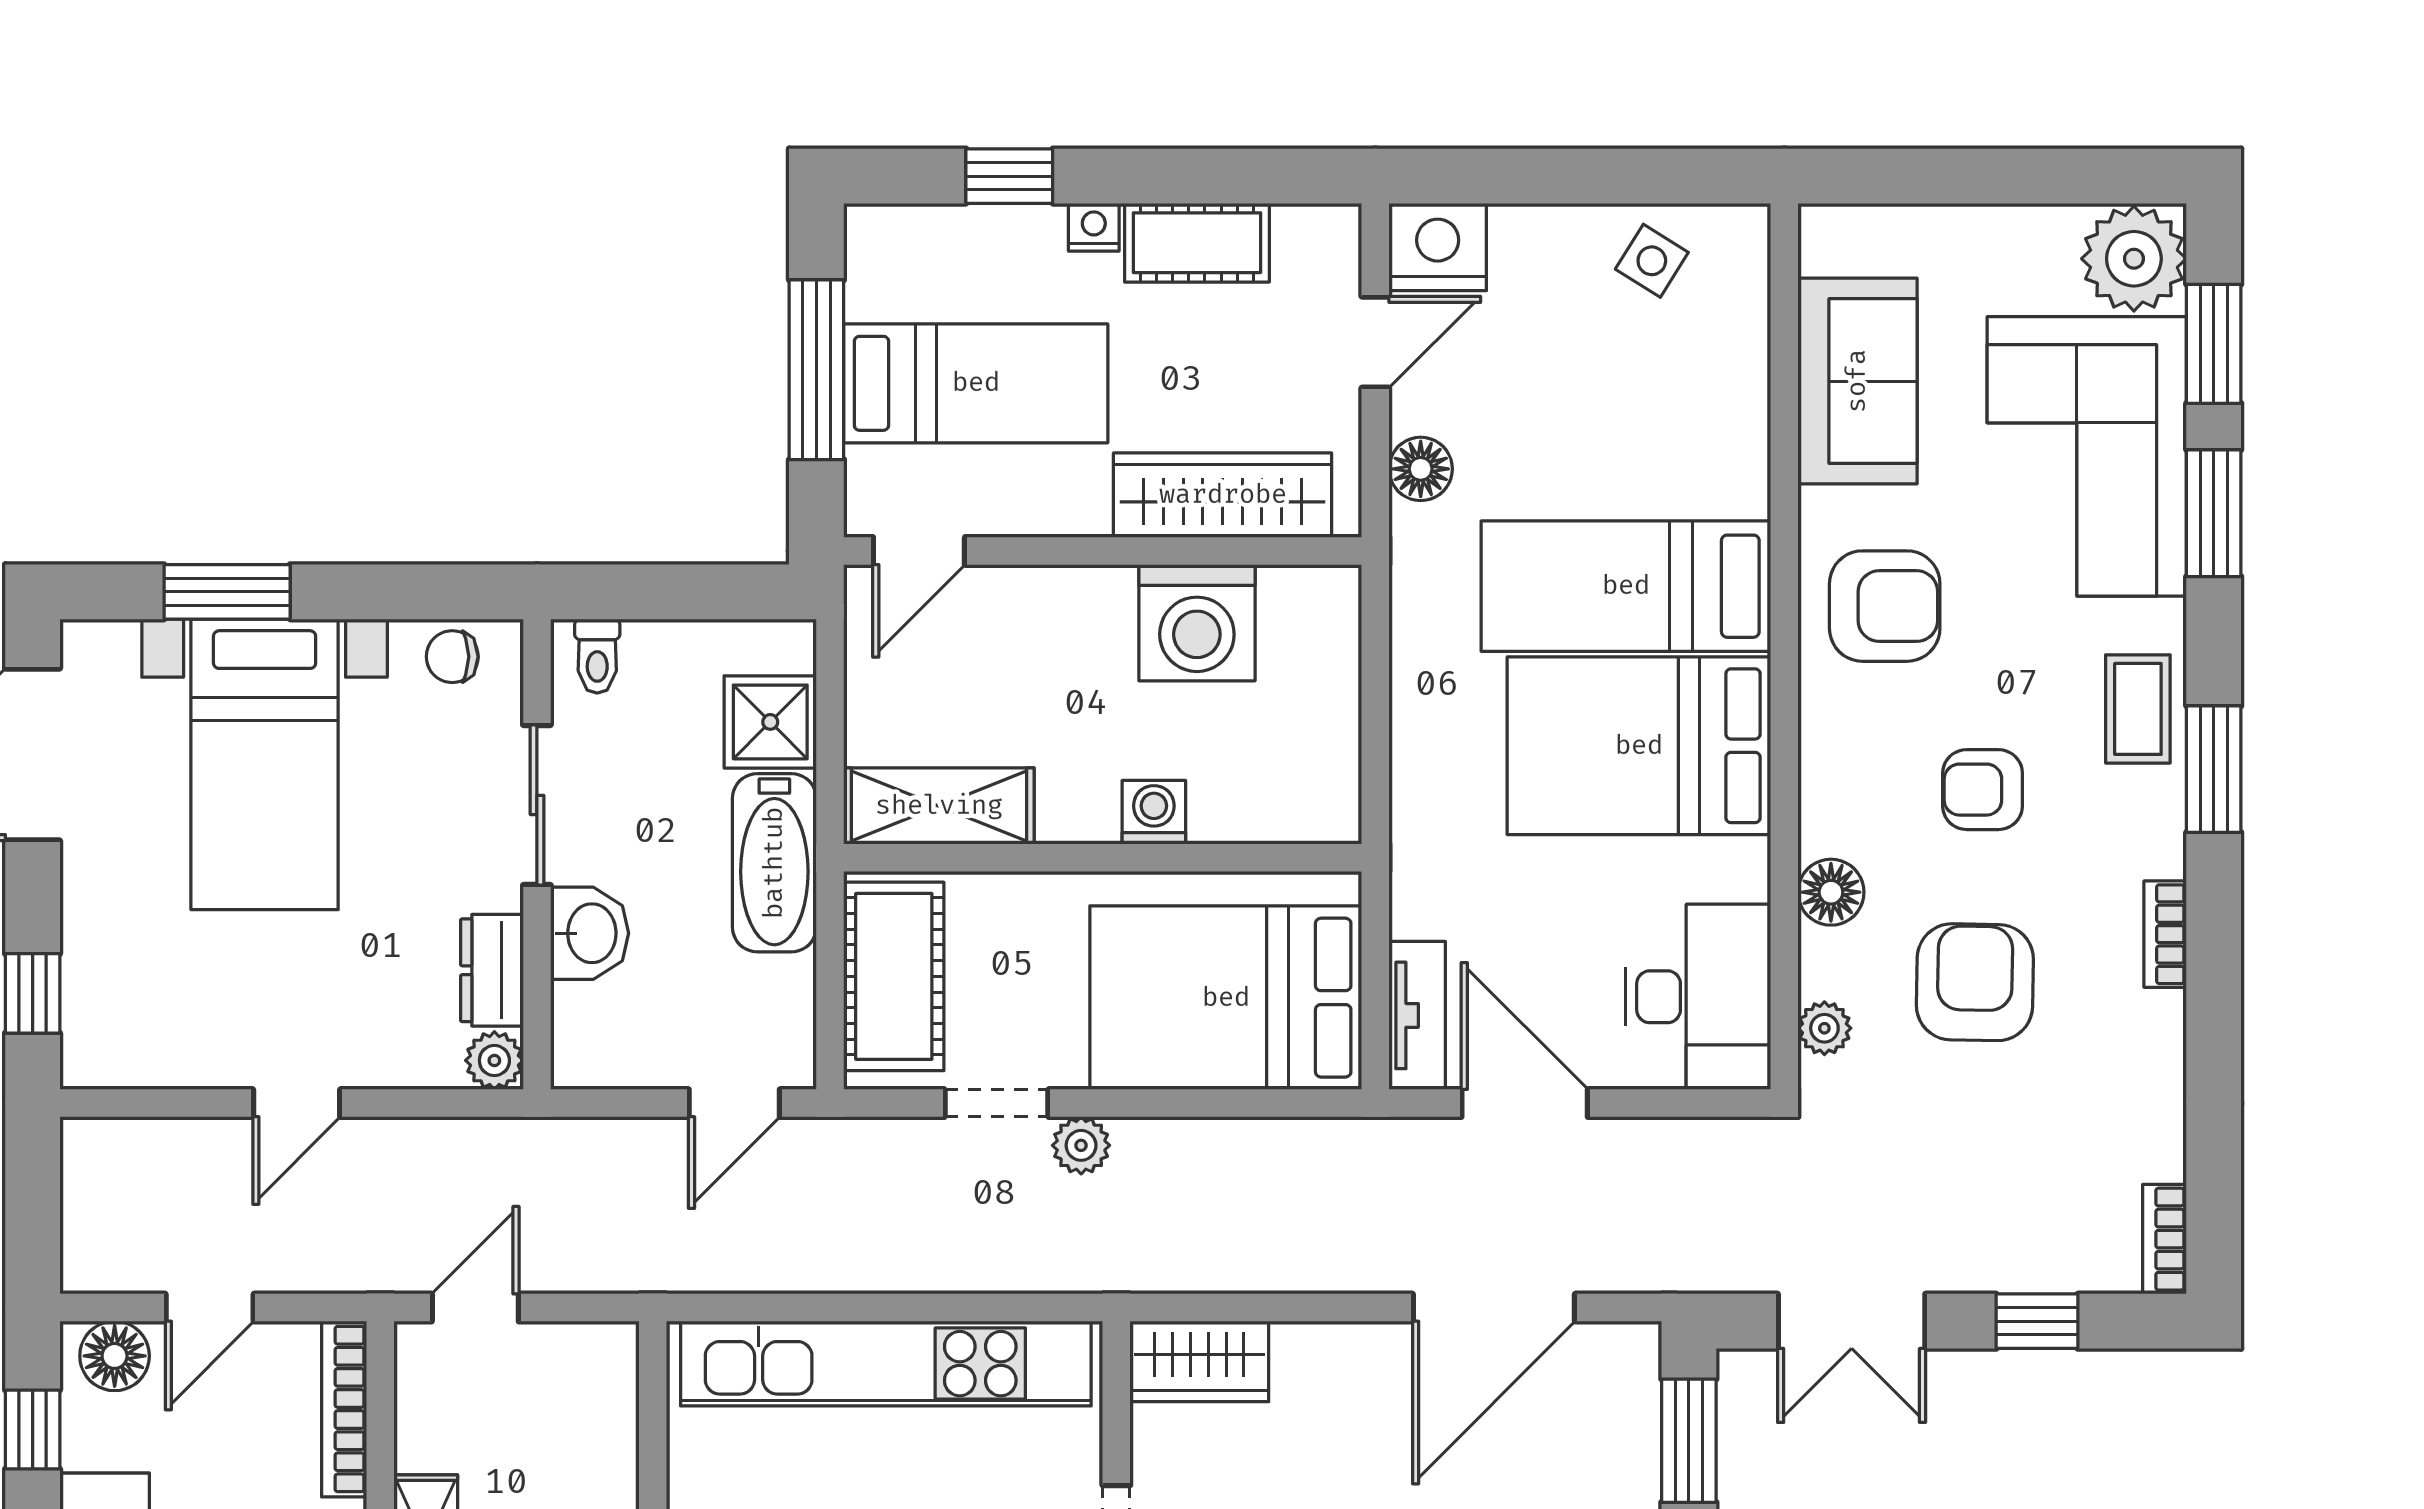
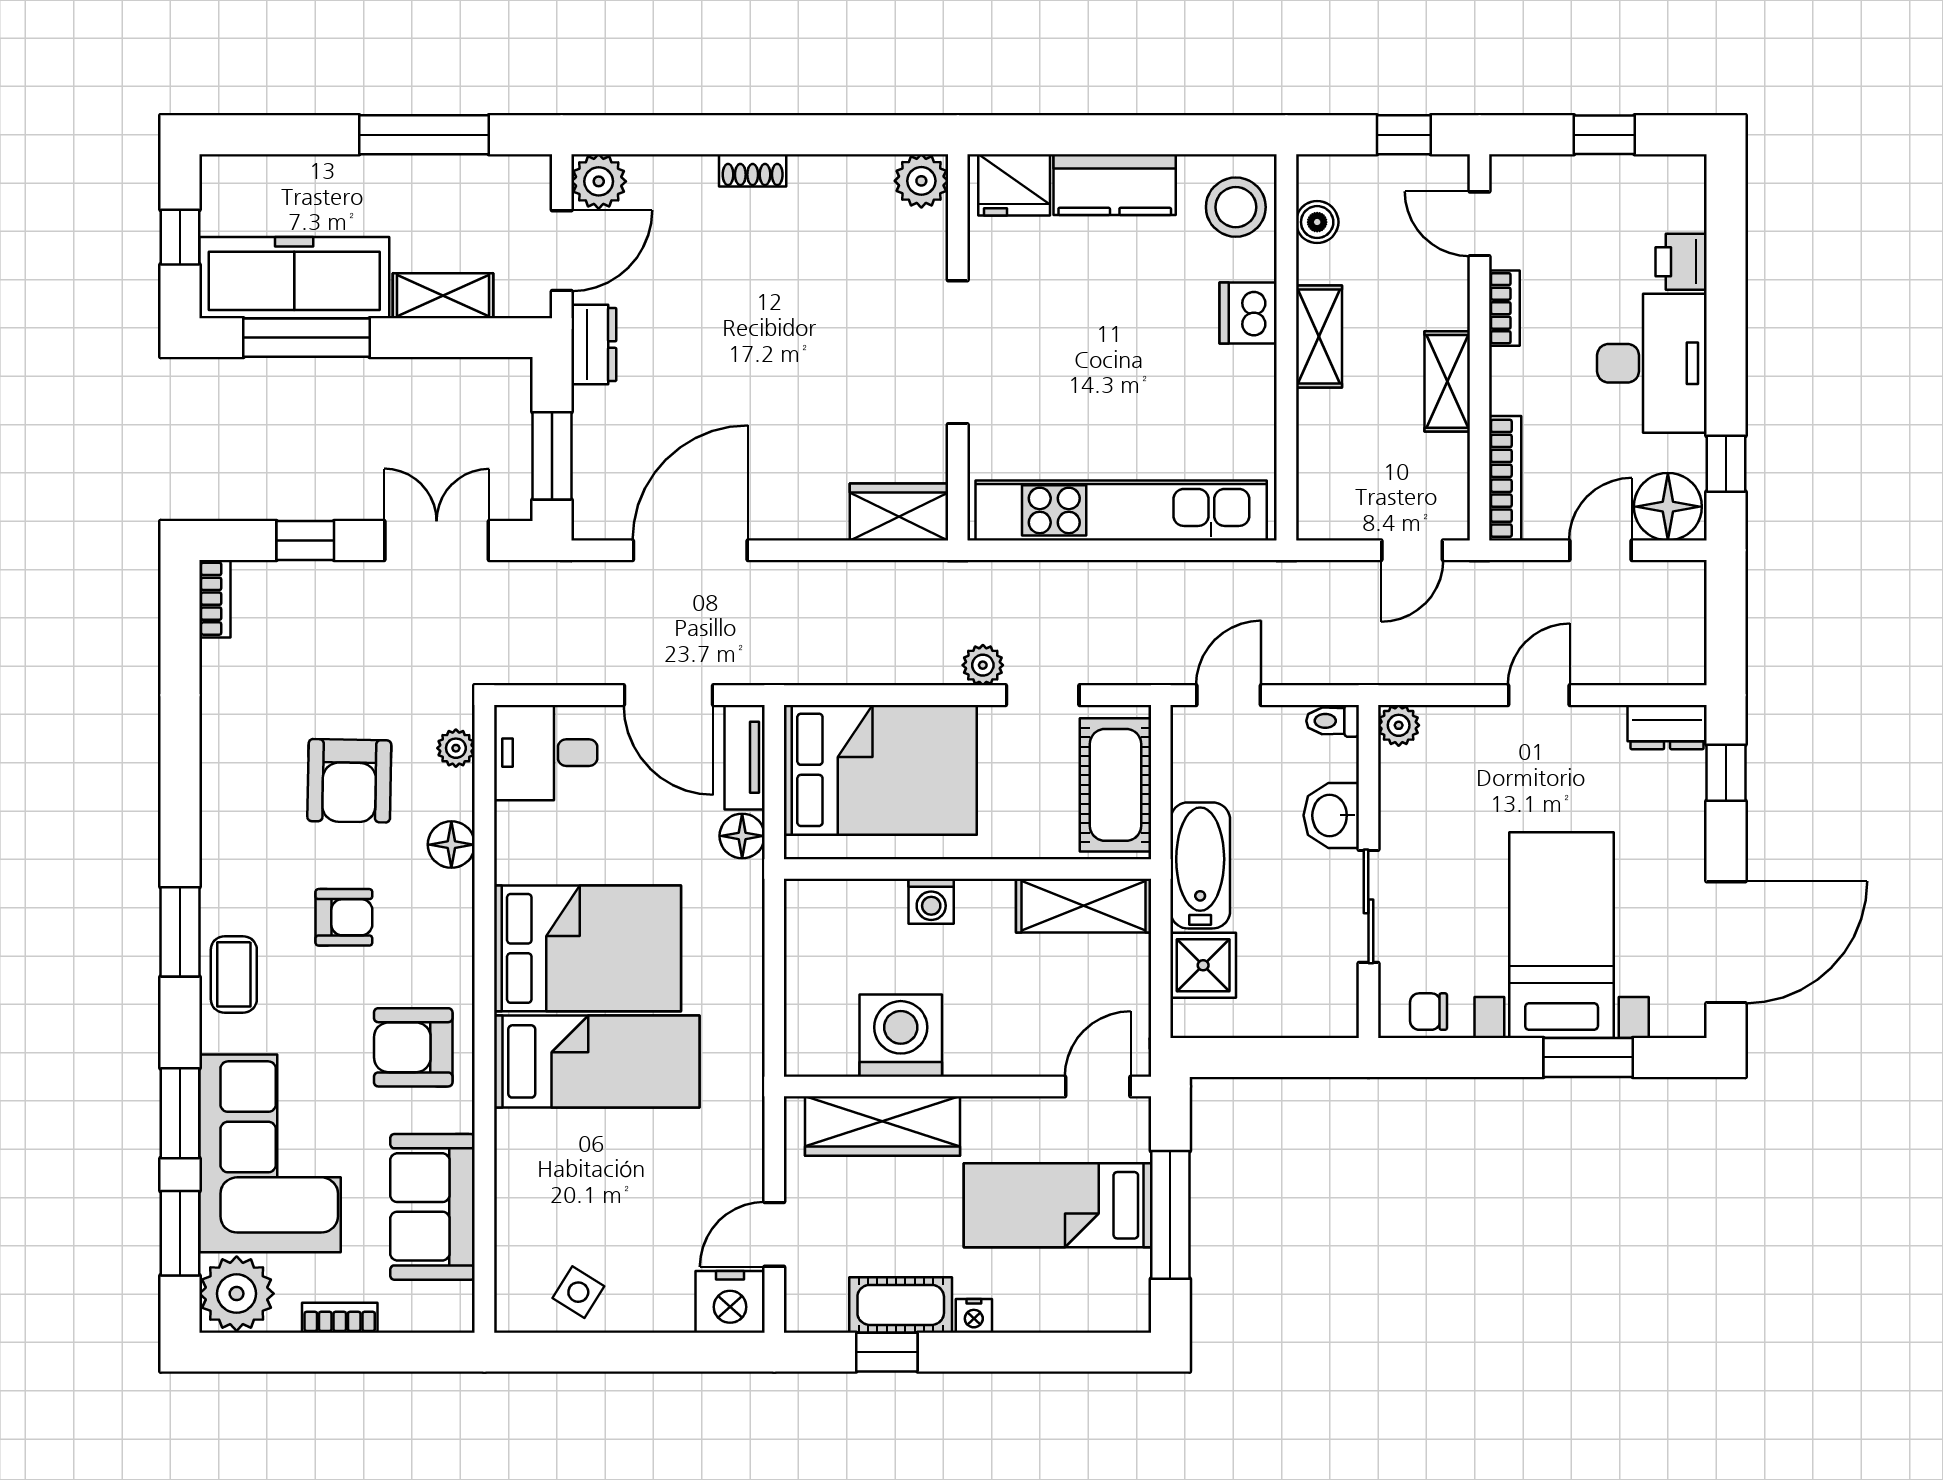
window: (1009, 176) -> (887, 1352), moved
floor lamp: (1421, 469) -> (742, 836), moved
toilet: (597, 656) -> (1333, 721), moved, turned -90
chair: (452, 657) -> (1429, 1012), turned 180
bookcase: (2165, 934) -> (340, 1318), moved, turned -90
dresser: (492, 970) -> (1667, 727), moved, turned 90
desk: (1698, 997) -> (546, 753), width x0.73
floor lamp: (115, 1356) -> (1668, 507), width x1.38, depth x1.38

